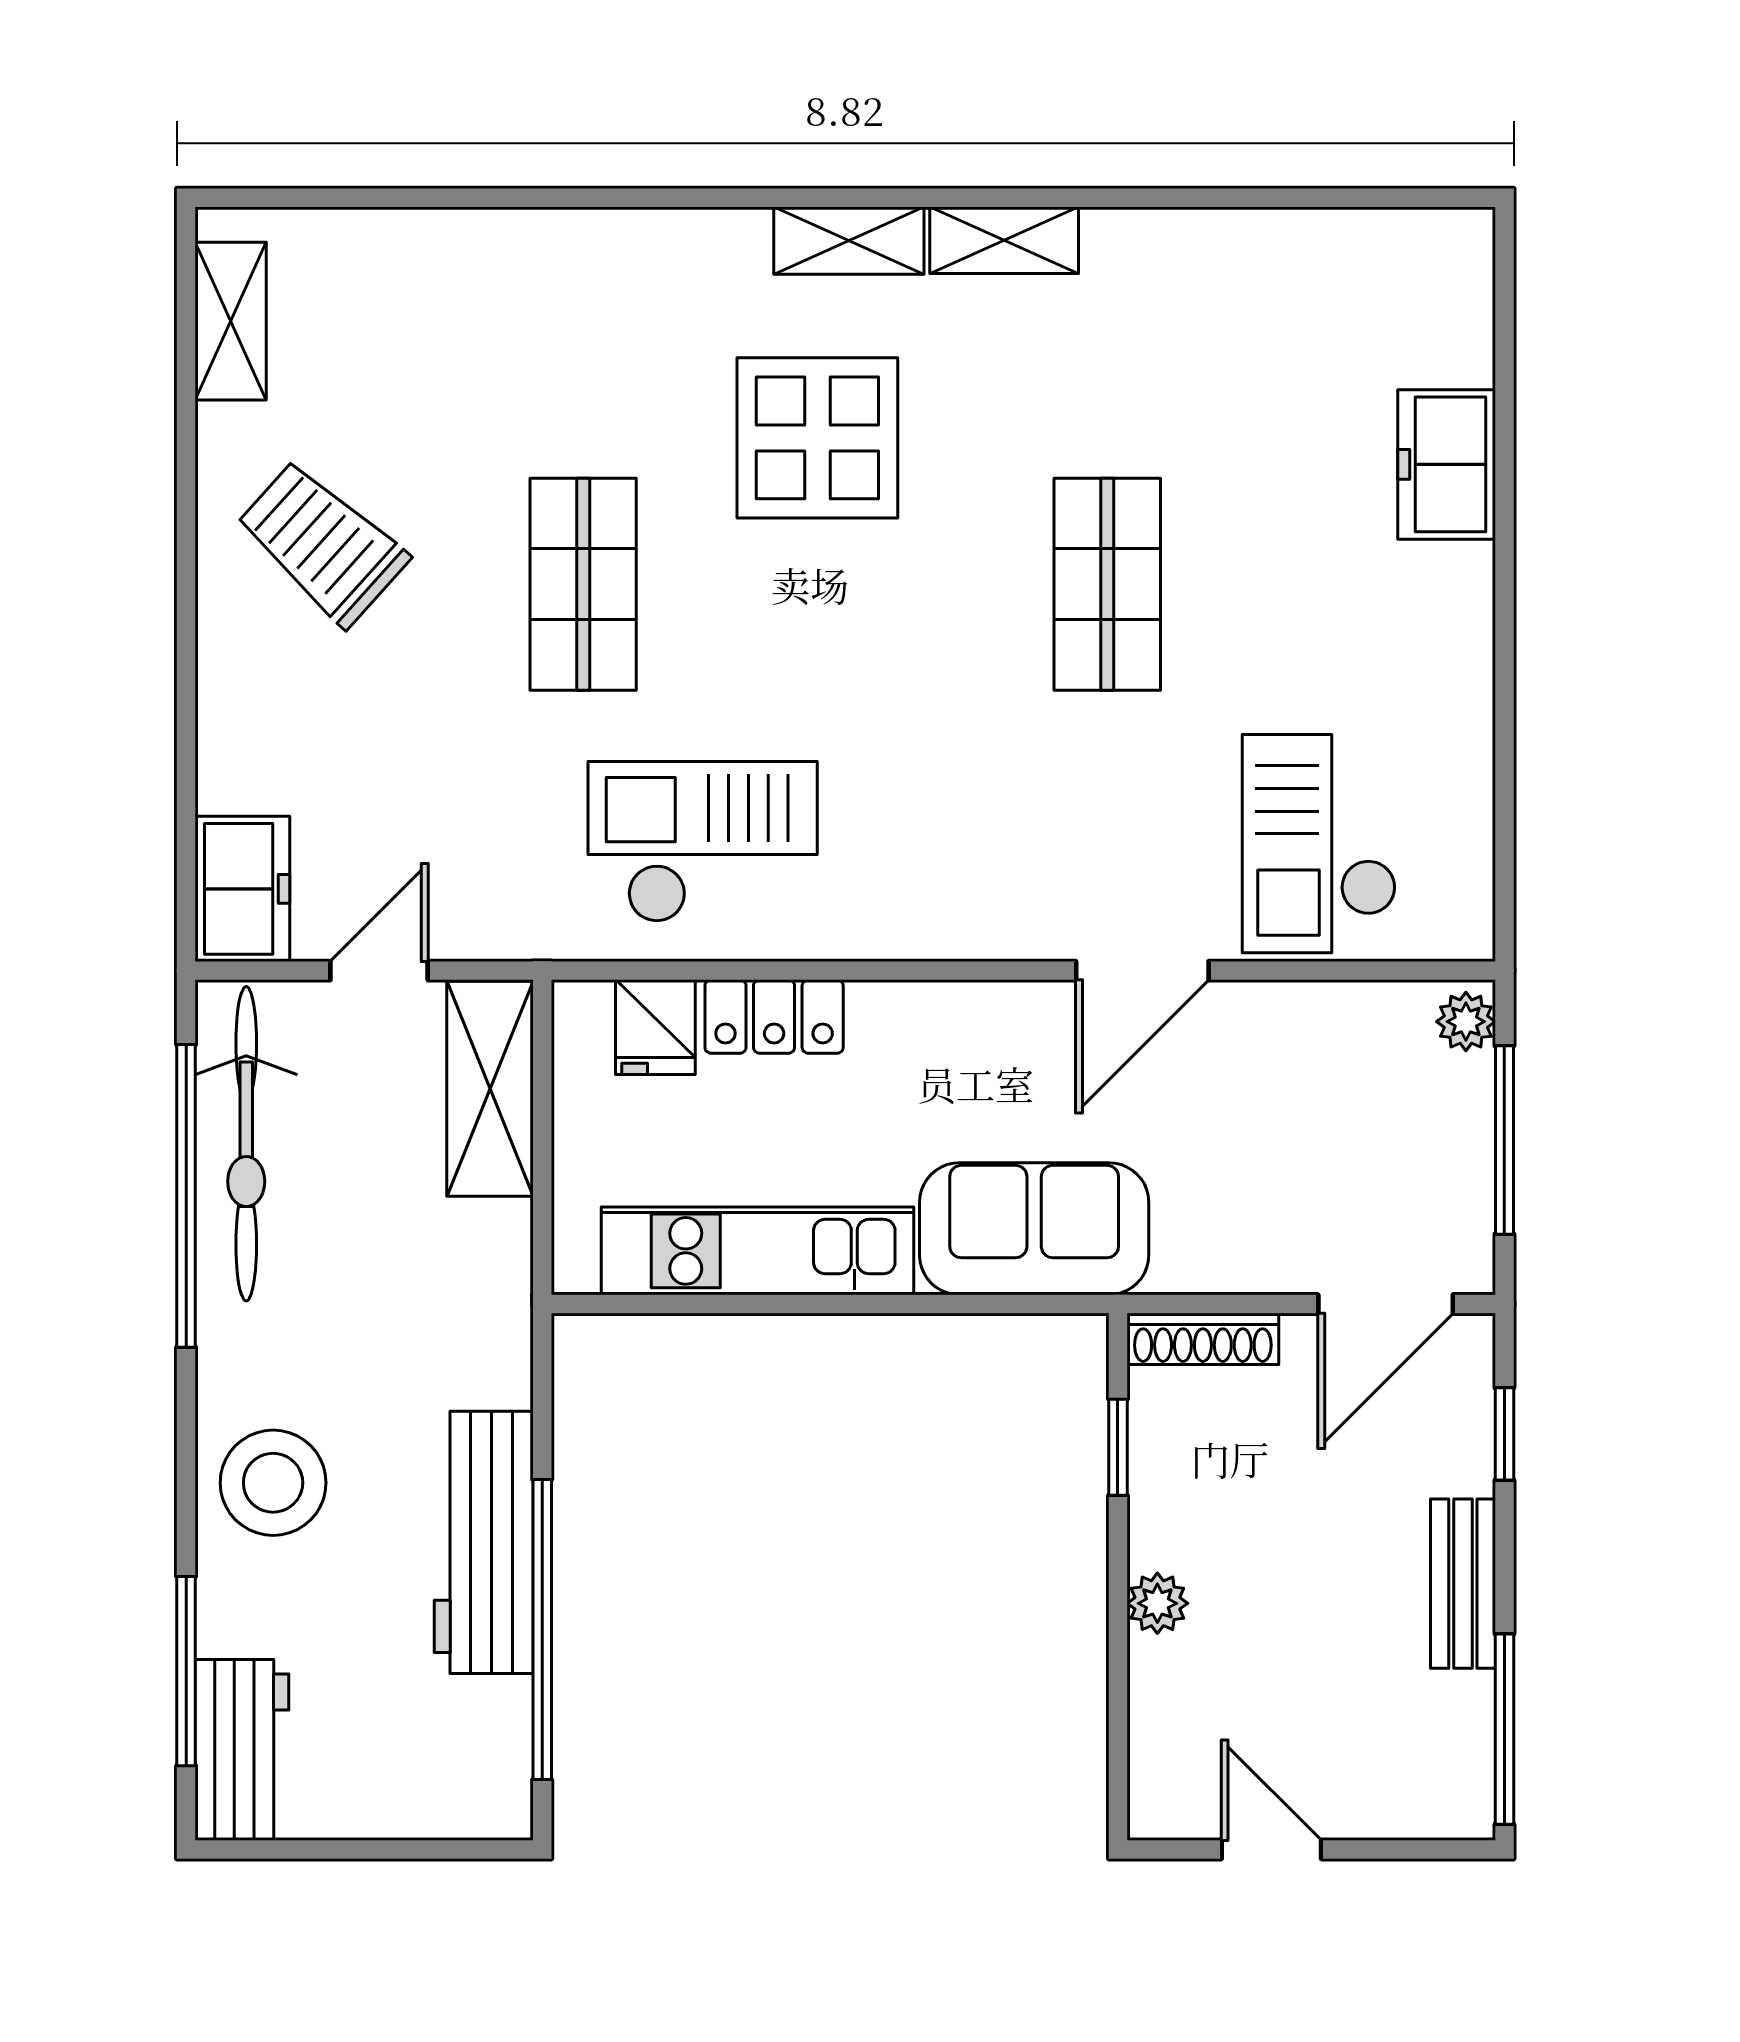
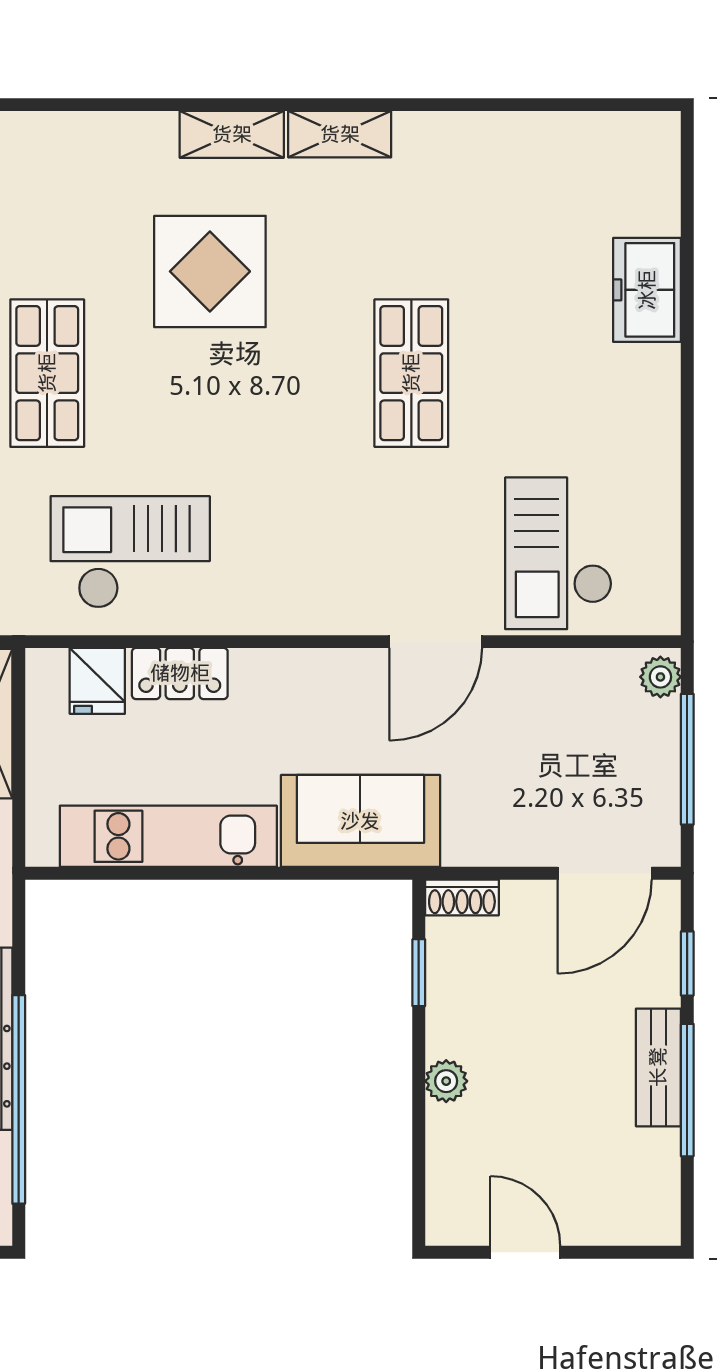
shoe rack: (1203, 1339) -> (462, 897), width x0.70
window: (1504, 1729) -> (687, 1090), moved

